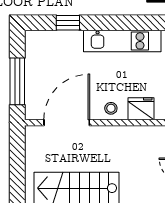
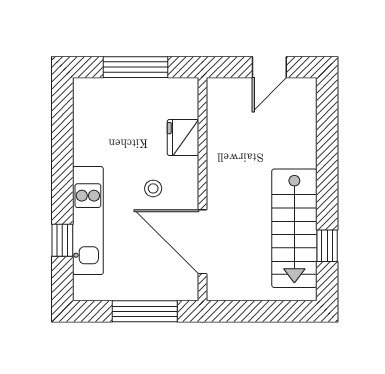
kitchen unit: (122, 41) -> (88, 221), moved
stool: (111, 108) -> (153, 188), moved

